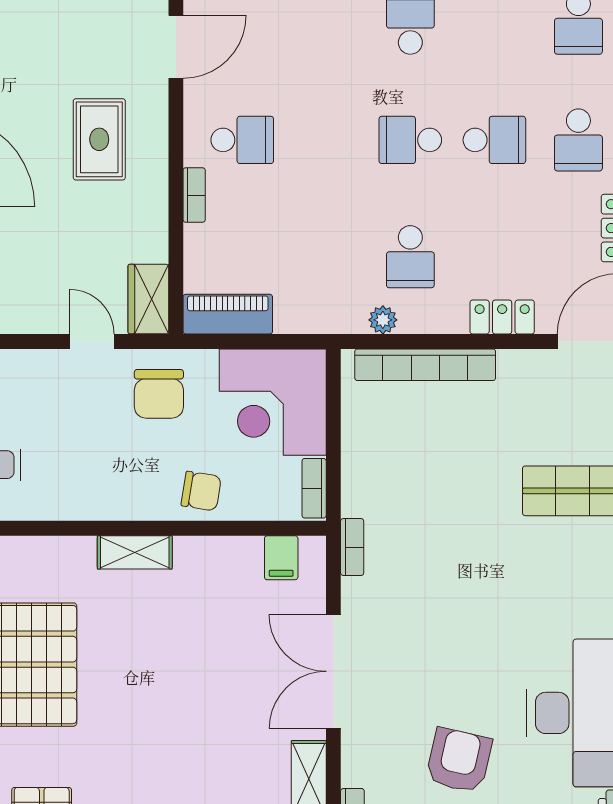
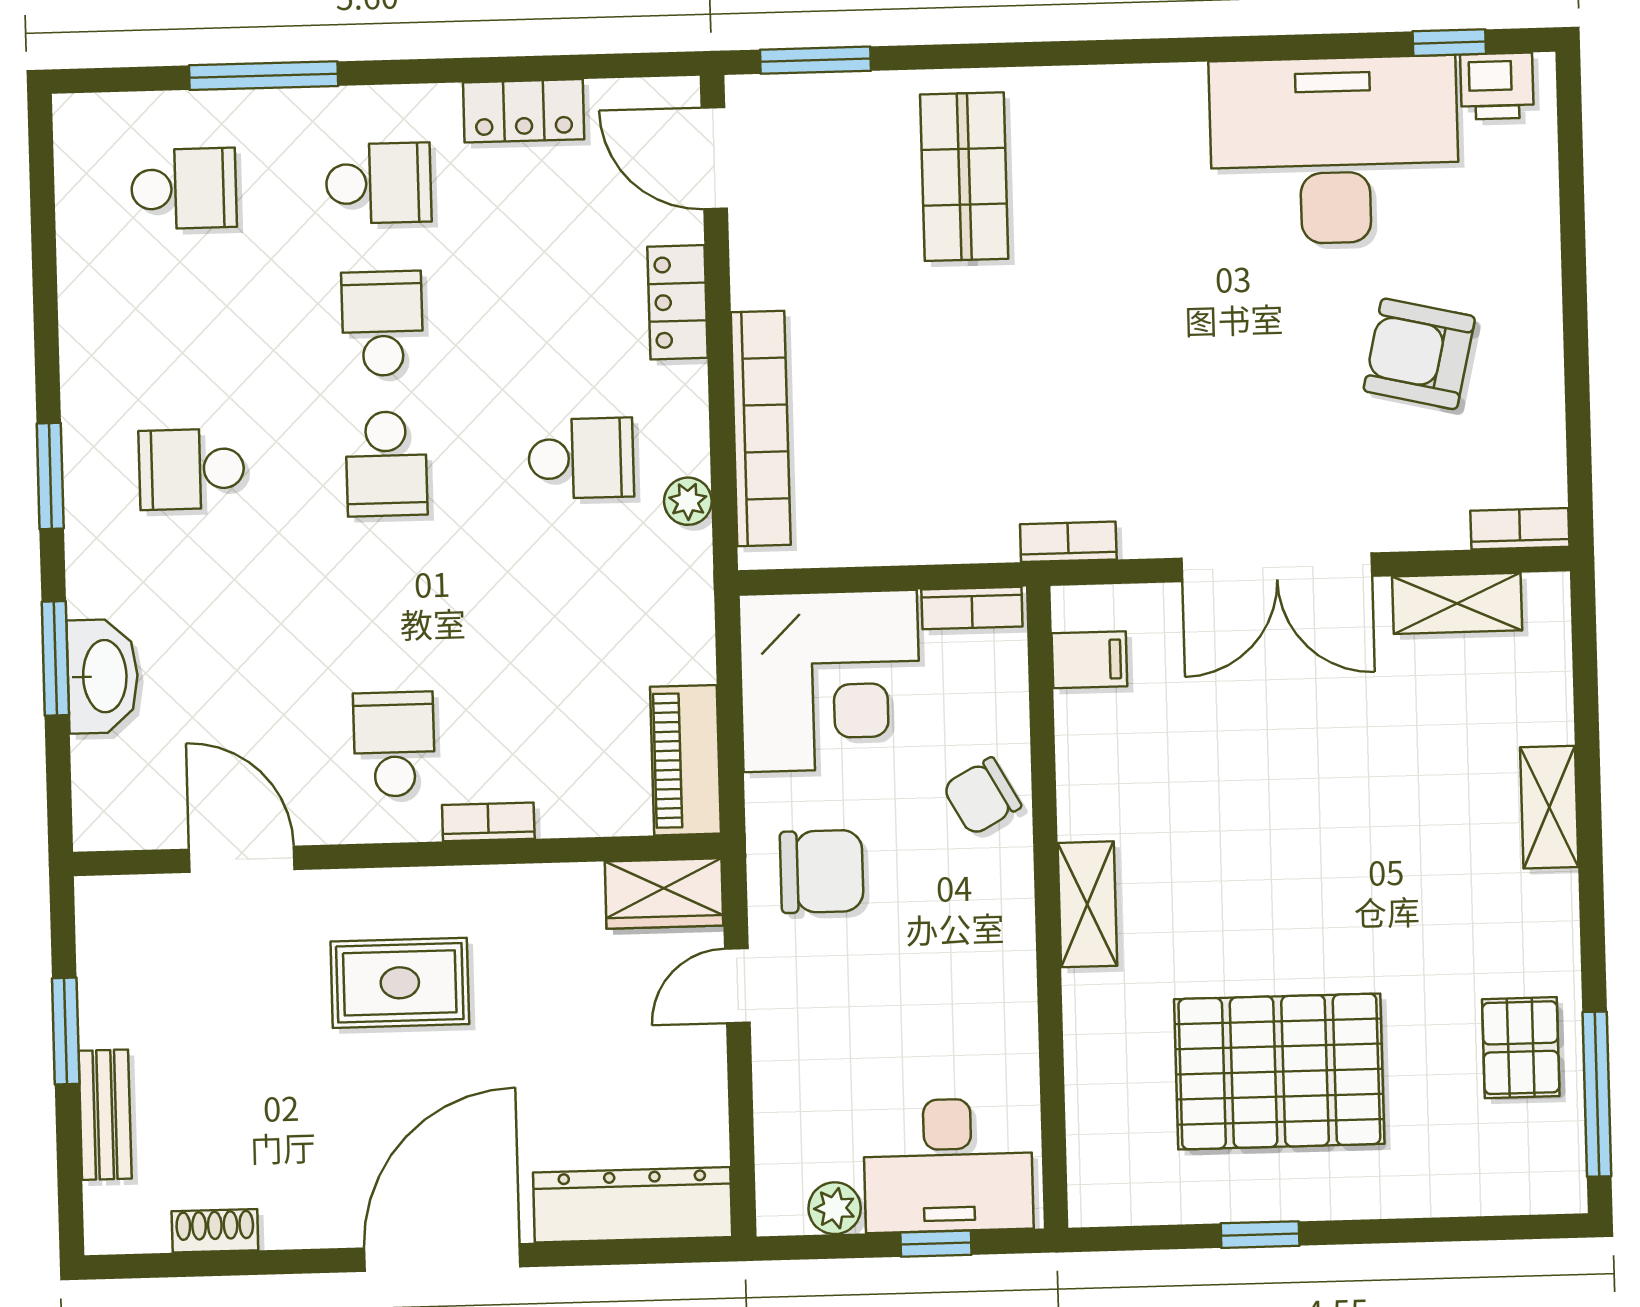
chair: (201, 491) -> (982, 796), turned -128

